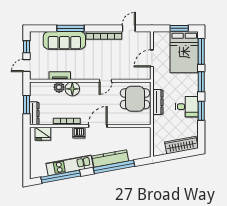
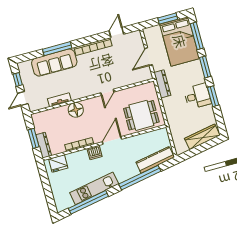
plant: (59, 87) -> (62, 112), removed
dining table: (135, 99) -> (141, 115), moved
dresser: (158, 102) -> (162, 84), moved
kitchen counter: (110, 159) -> (155, 160), moved

